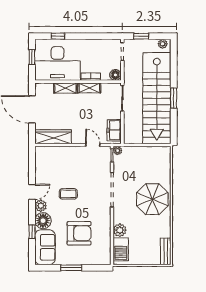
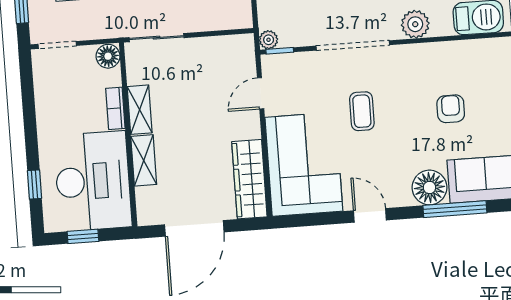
freezer: (114, 130) -> (226, 50), removed
corner sofa: (58, 163) -> (304, 164), added
coffee table: (68, 194) -> (362, 111), moved
plant: (41, 206) -> (398, 194), removed
plant: (120, 230) -> (415, 24), moved
window: (32, 232) -> (455, 209), width x2.17
armchair: (79, 233) -> (451, 109), width x0.53, depth x0.53

